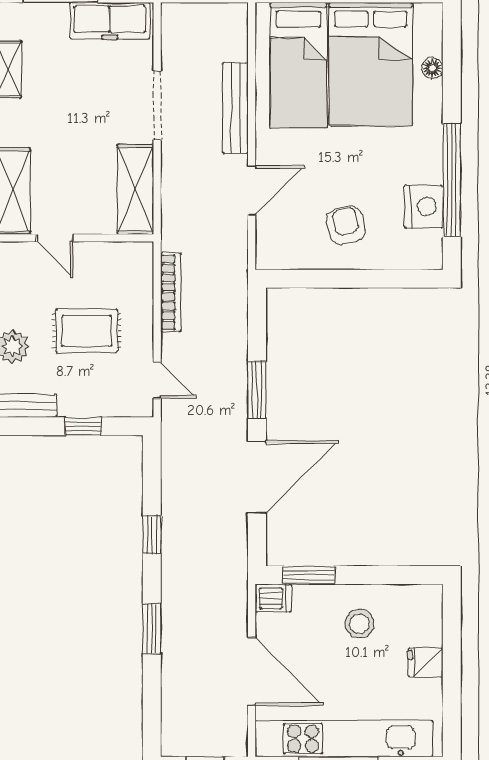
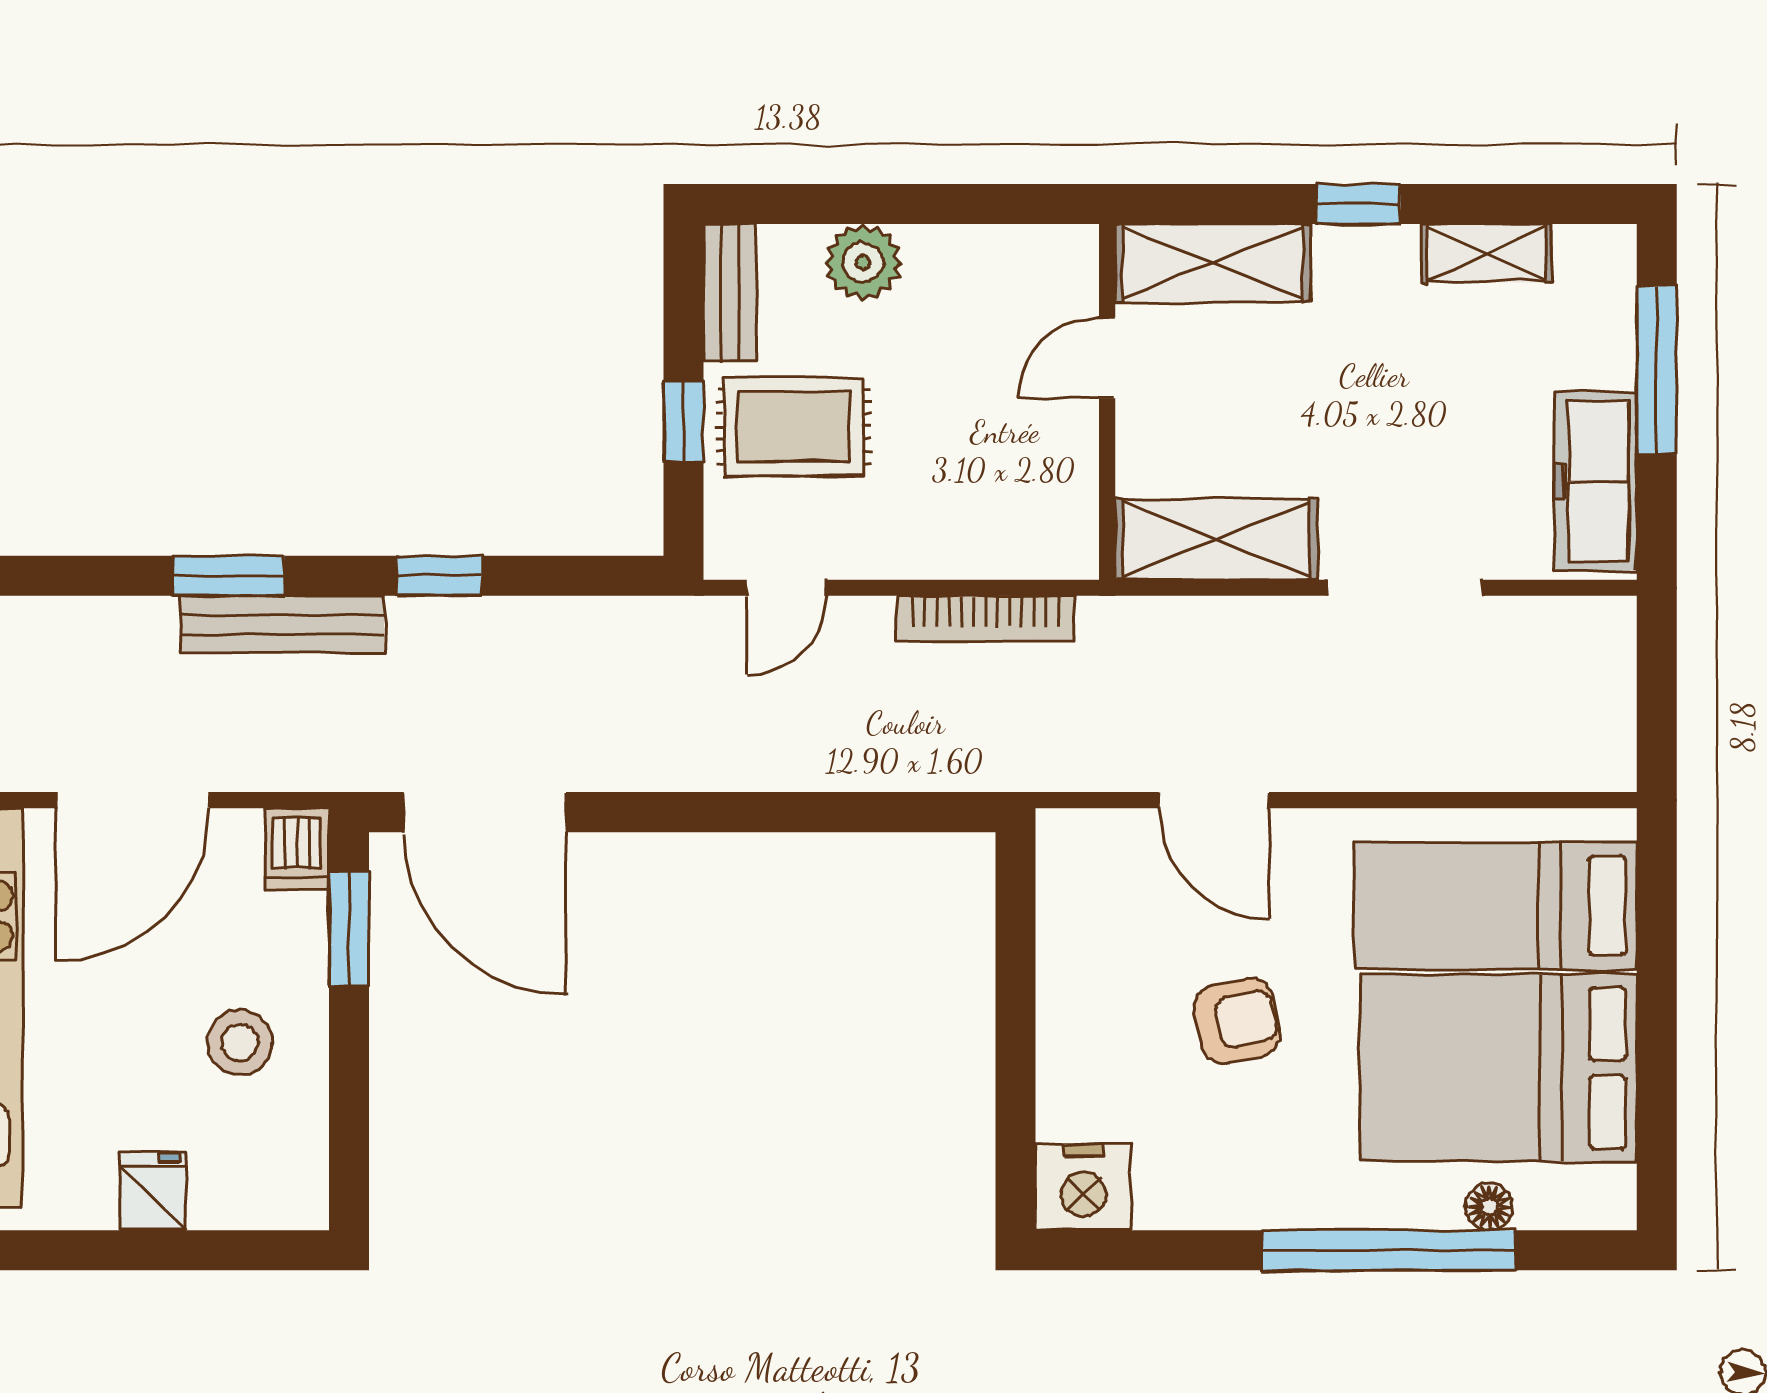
bench: (235, 108) -> (282, 624), moved
window: (452, 180) -> (1388, 1250), moved
nightstand: (424, 207) -> (1083, 1187), moved
armchair: (346, 225) -> (1237, 1021), moved
rug: (87, 331) -> (793, 426), moved, turned 90
window: (257, 390) -> (766, 812), removed
door: (257, 477) -> (485, 812), moved

